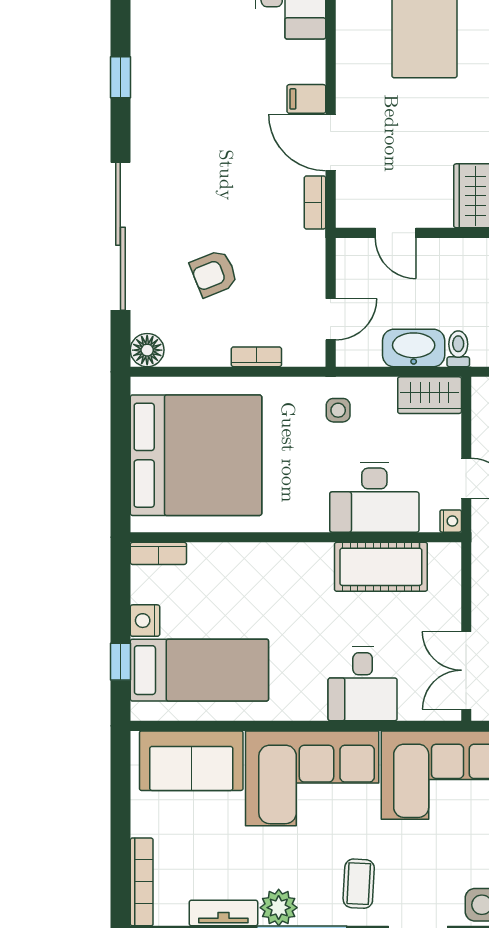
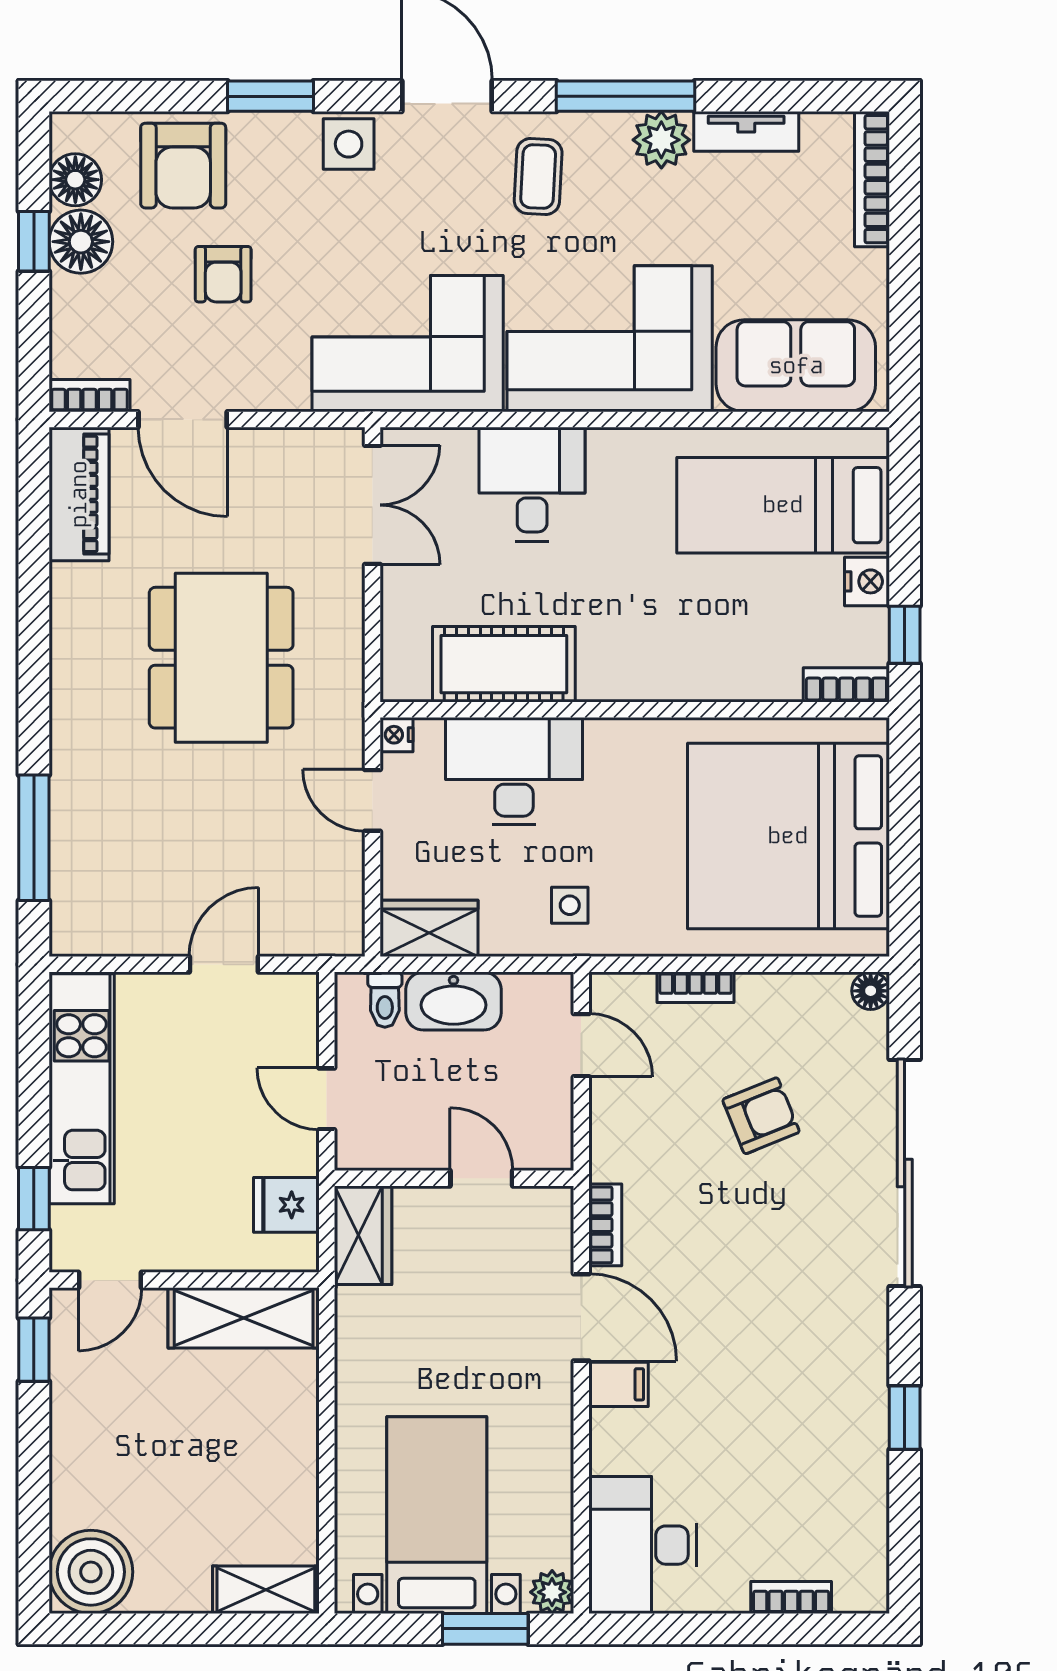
door: (331, 319) -> (581, 1045), swing flipped
floor lamp: (147, 350) -> (871, 991), width x0.73, depth x0.73
window: (120, 662) -> (905, 635), moved

